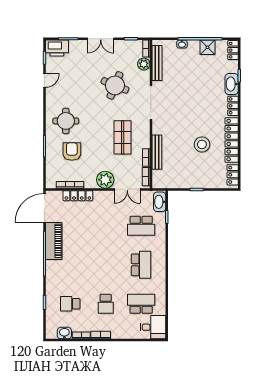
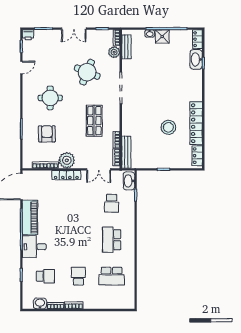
shower: (207, 47) -> (162, 37), moved
printer: (57, 48) -> (28, 35), width x0.53, depth x0.68
bench: (157, 63) -> (126, 47), width x0.73
washbasin: (232, 84) -> (196, 59), moved
locker: (233, 106) -> (197, 91), removed
round table: (66, 121) -> (50, 98), moved
bench: (157, 152) -> (126, 152), moved
plant: (105, 180) -> (67, 160), moved
locker: (78, 196) -> (66, 175), moved
school desk: (141, 226) -> (112, 203), width x0.54
school desk: (141, 265) -> (112, 240), turned 180
school desk: (70, 304) -> (45, 276), turned 180
school desk: (106, 304) -> (78, 276), turned 180
school desk: (141, 304) -> (112, 276), turned 180
desk: (153, 327) -> (34, 247), moved, turned 180

